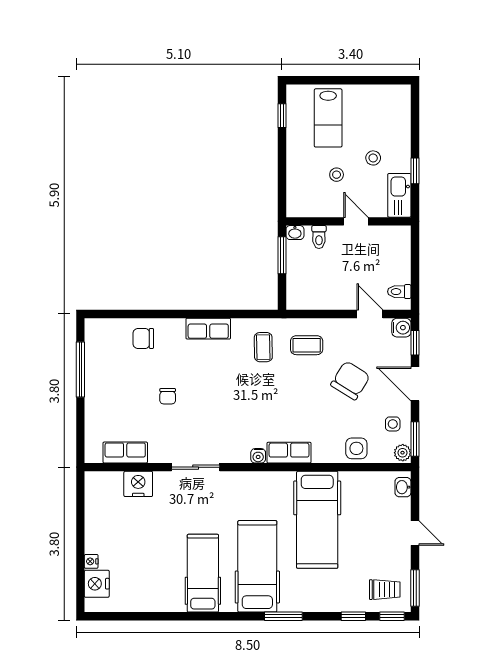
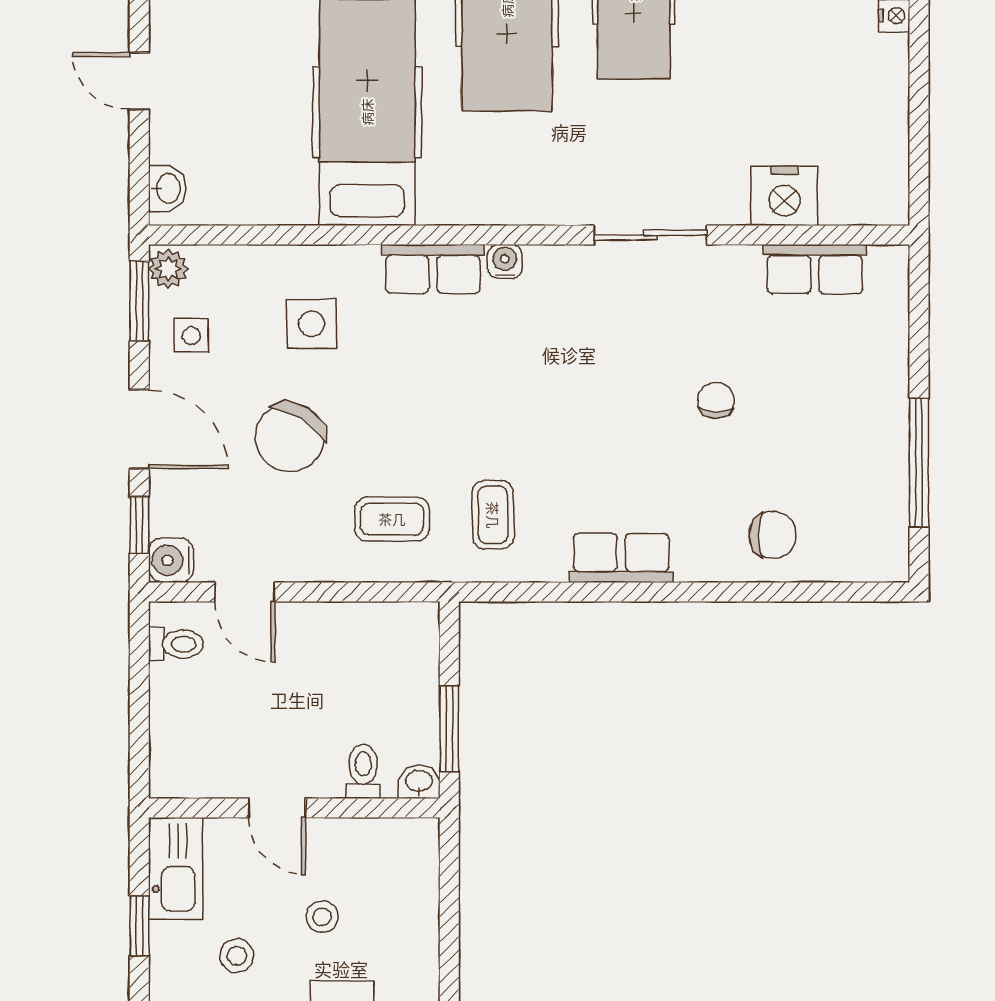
side table: (356, 448) -> (312, 324), moved

